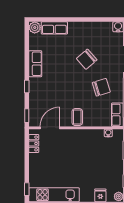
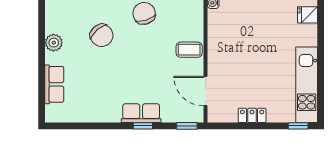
plant: (35, 28) -> (54, 43), moved
row of seats: (35, 64) -> (141, 113), moved
locker: (34, 143) -> (252, 115), moved

